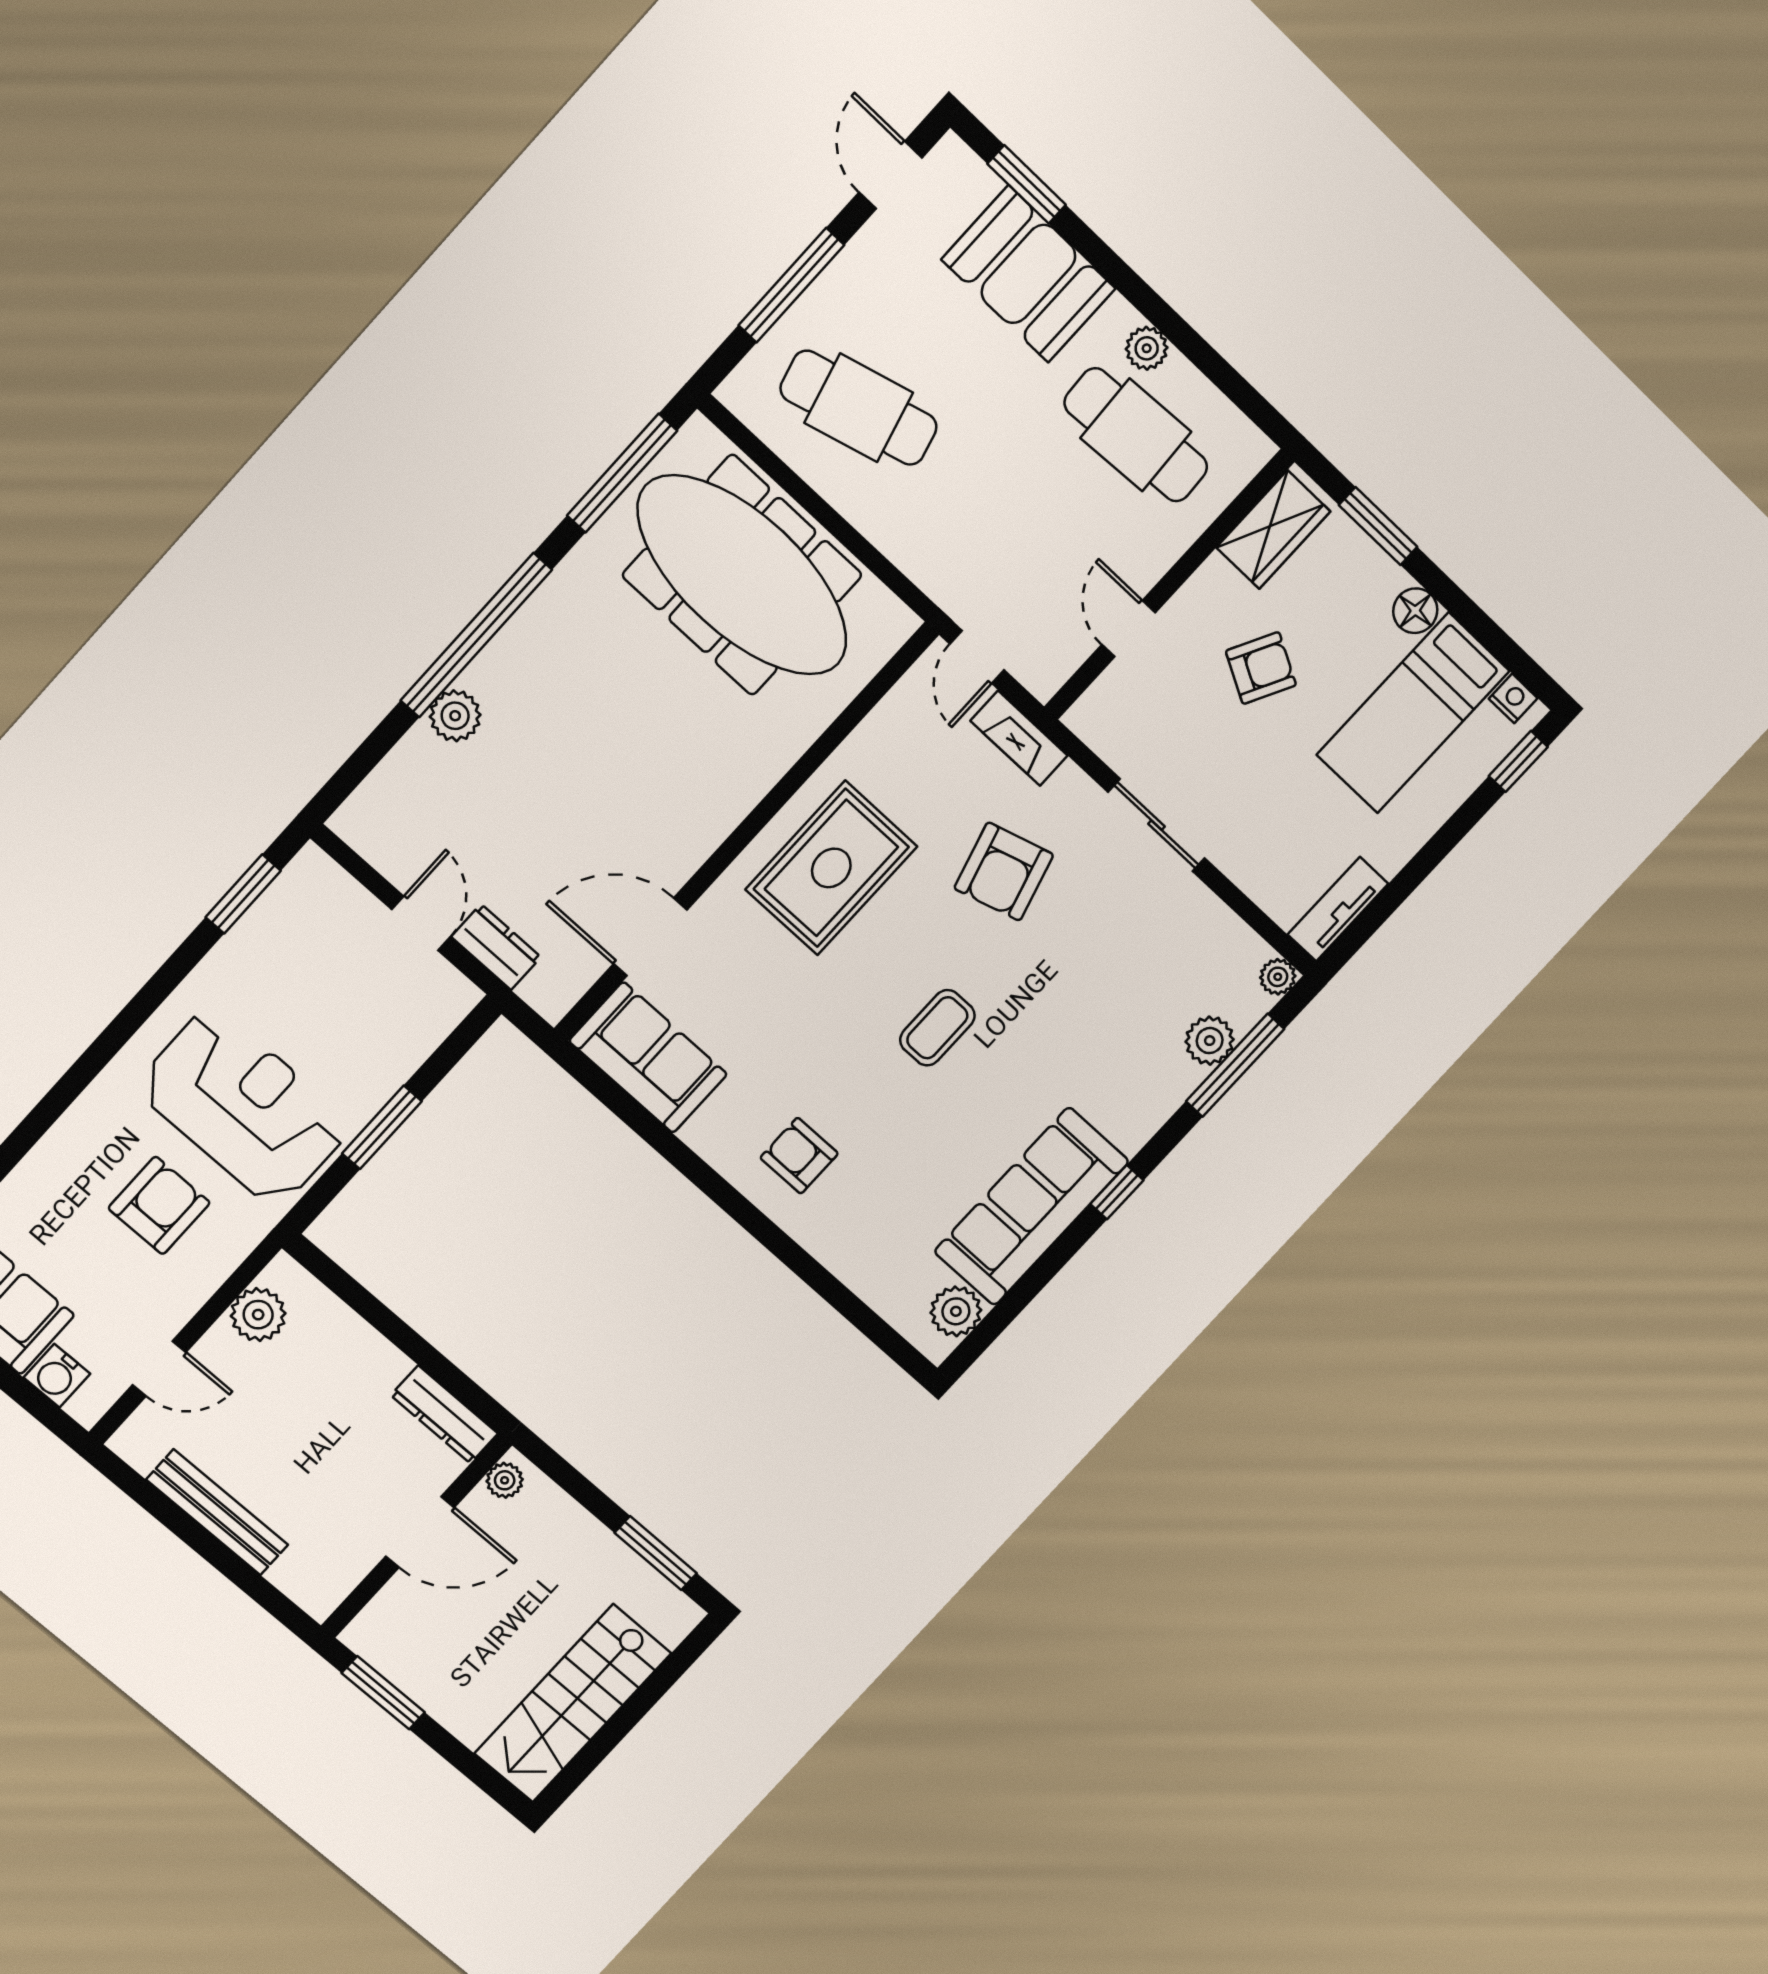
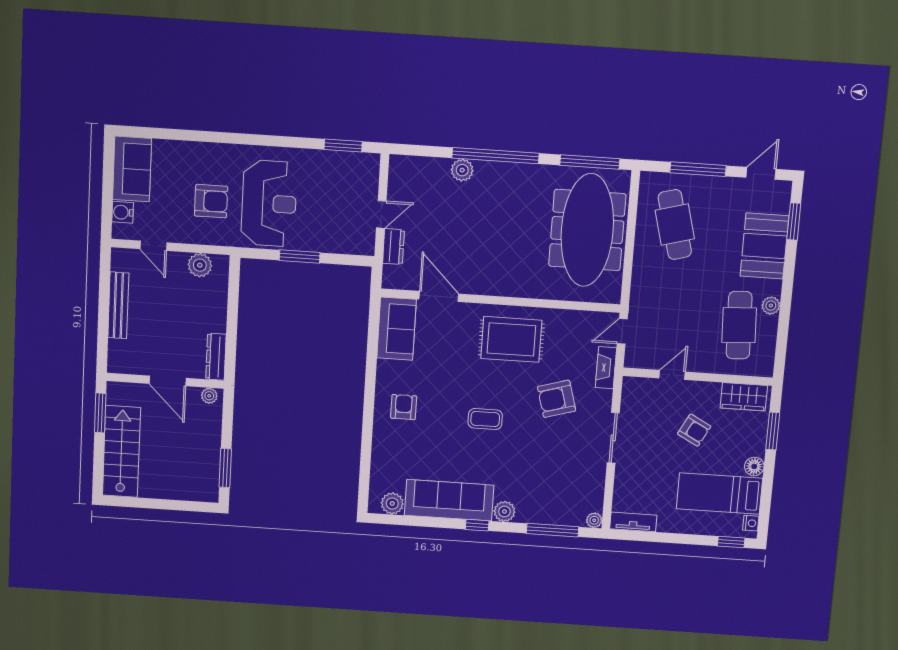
plant: (1210, 1041) -> (504, 511), moved
stairs: (573, 1703) -> (121, 451), moved, turned 90

